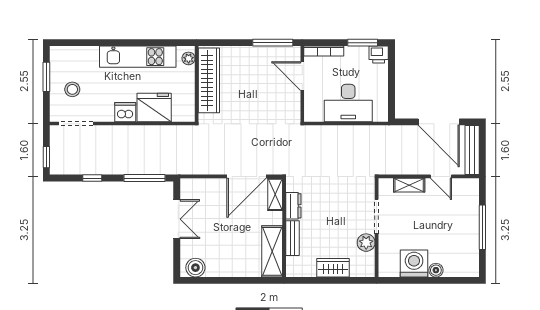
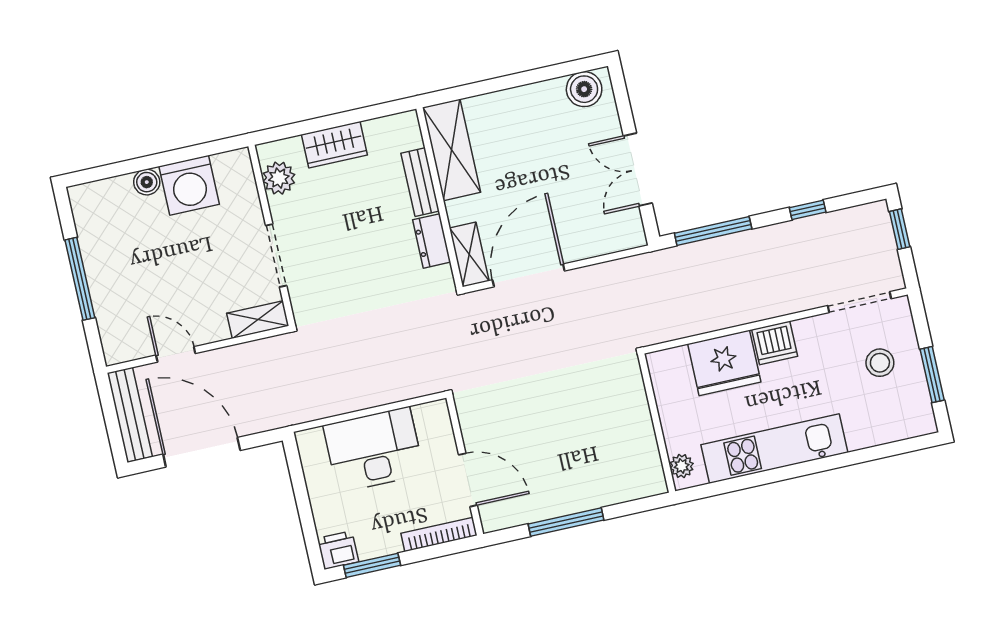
window: (273, 43) -> (566, 522), moved
wardrobe: (209, 80) -> (636, 434), removed
shelving: (409, 185) -> (258, 320), moved
plant: (366, 243) -> (279, 178), moved

